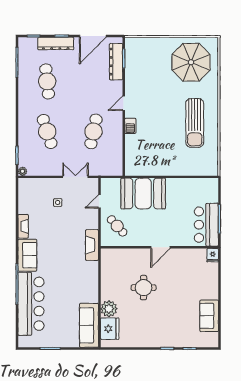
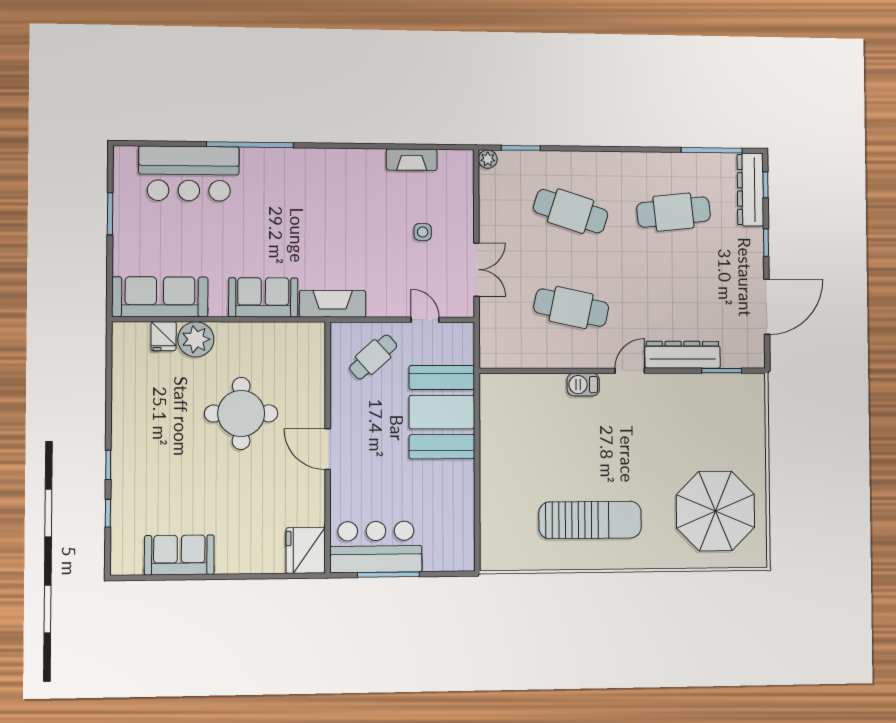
door: (93, 36) -> (767, 307), swing flipped
dresser: (56, 43) -> (750, 190), moved
dresser: (116, 62) -> (683, 355), moved
door: (124, 103) -> (630, 371), hinge flipped
sun lounger: (195, 123) -> (590, 520), turned 180
cafe table: (47, 131) -> (571, 211), turned 36
fireplace: (23, 226) -> (412, 160), moved
sofa: (27, 255) -> (263, 297), moved, turned 180
fridge: (213, 255) -> (306, 550), width x1.88, depth x1.34
round table: (144, 288) -> (241, 413), width x1.36, depth x1.36
bar counter: (31, 304) -> (189, 174), width x0.73
fridge: (110, 329) -> (164, 336), width x0.53, depth x0.75

